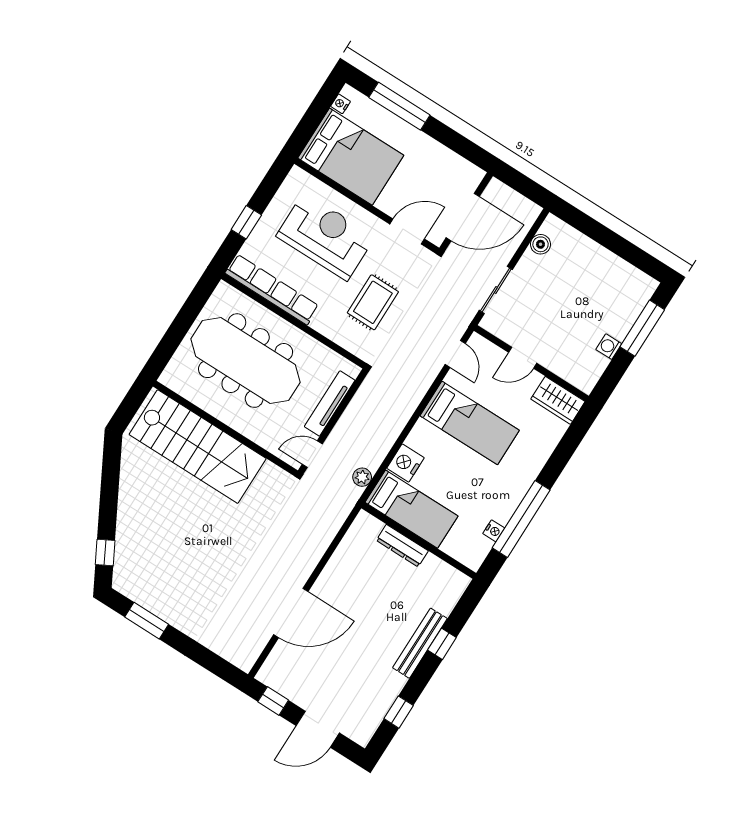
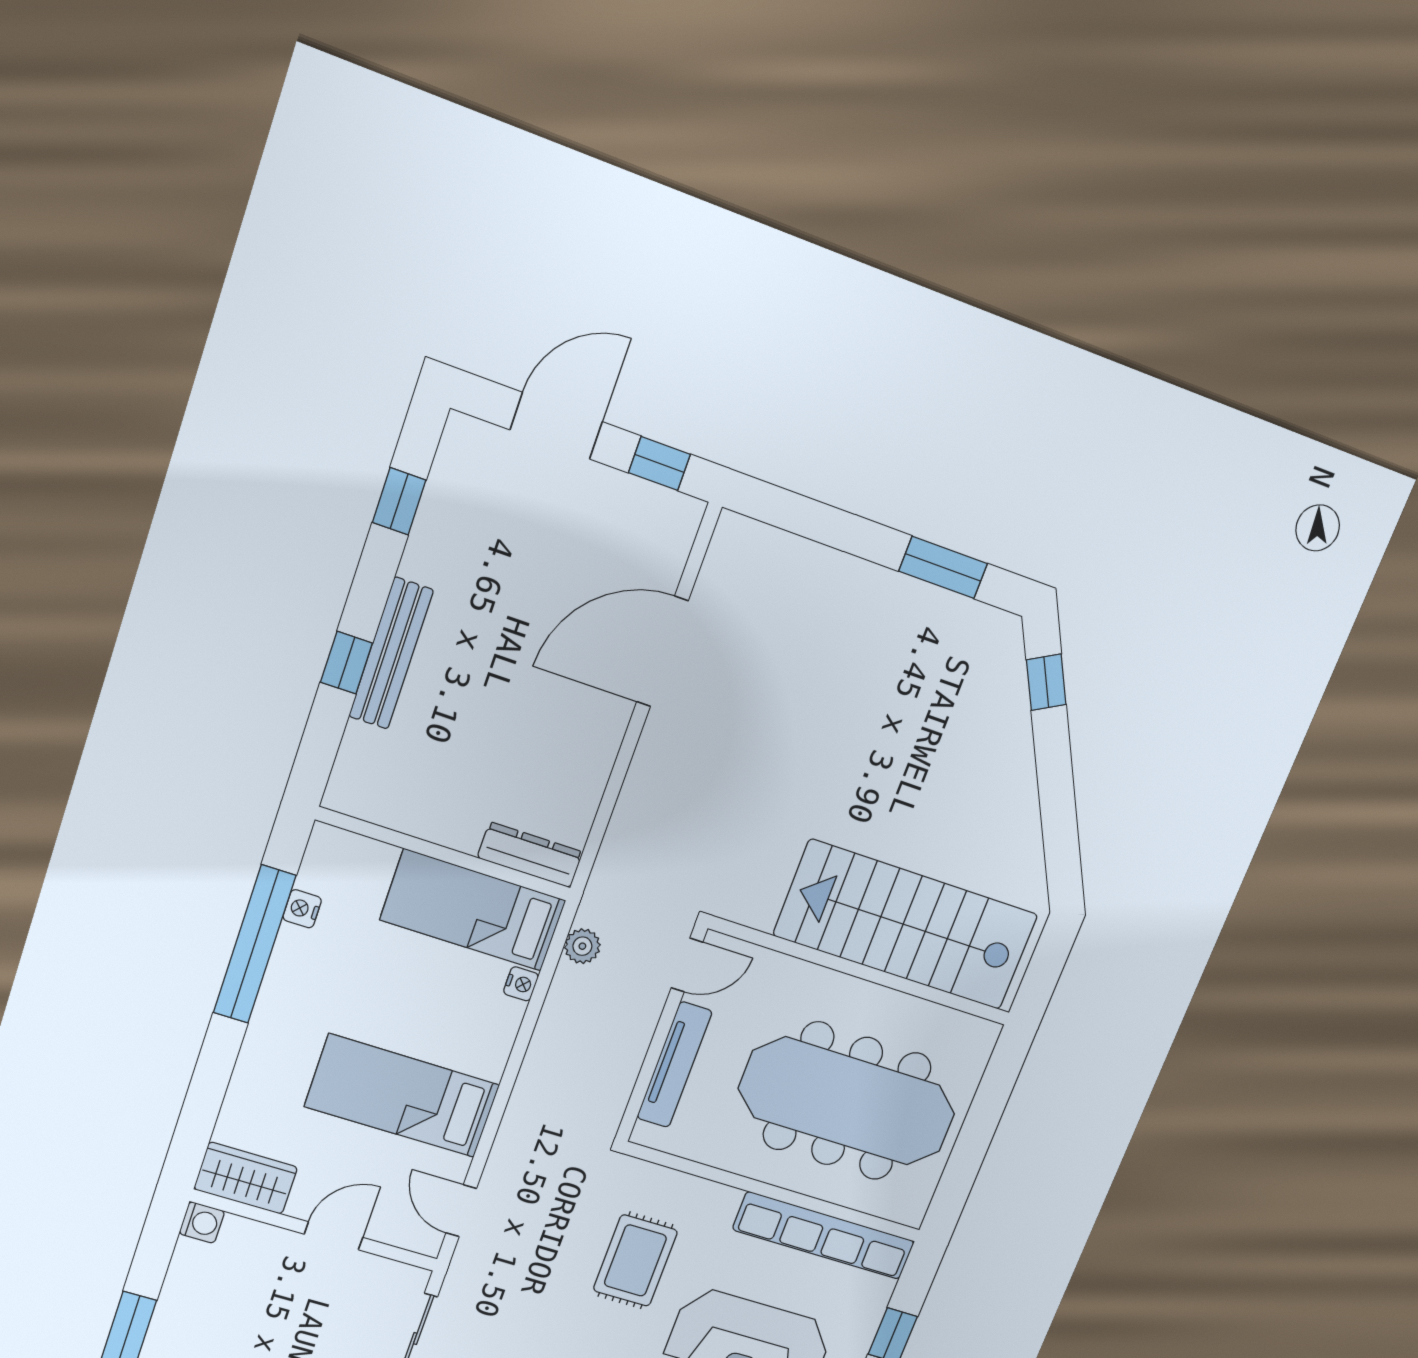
washing machine: (609, 347) -> (202, 1222), moved
nightstand: (405, 463) -> (521, 984), width x0.53, depth x0.56
dresser: (402, 546) -> (530, 855), moved

